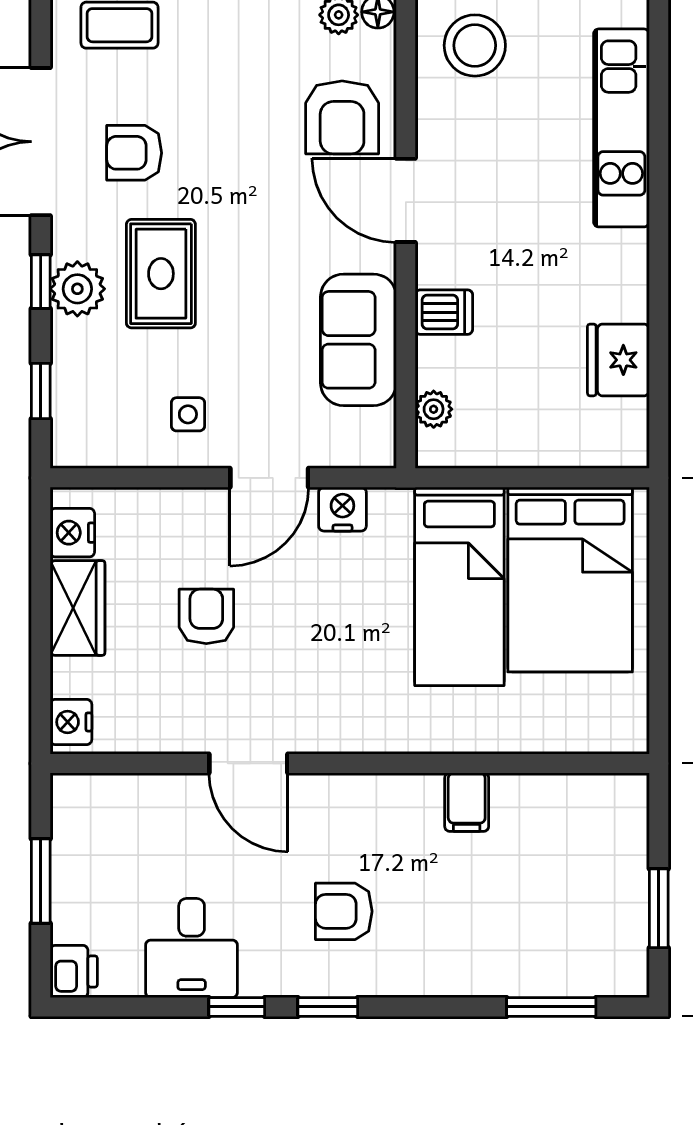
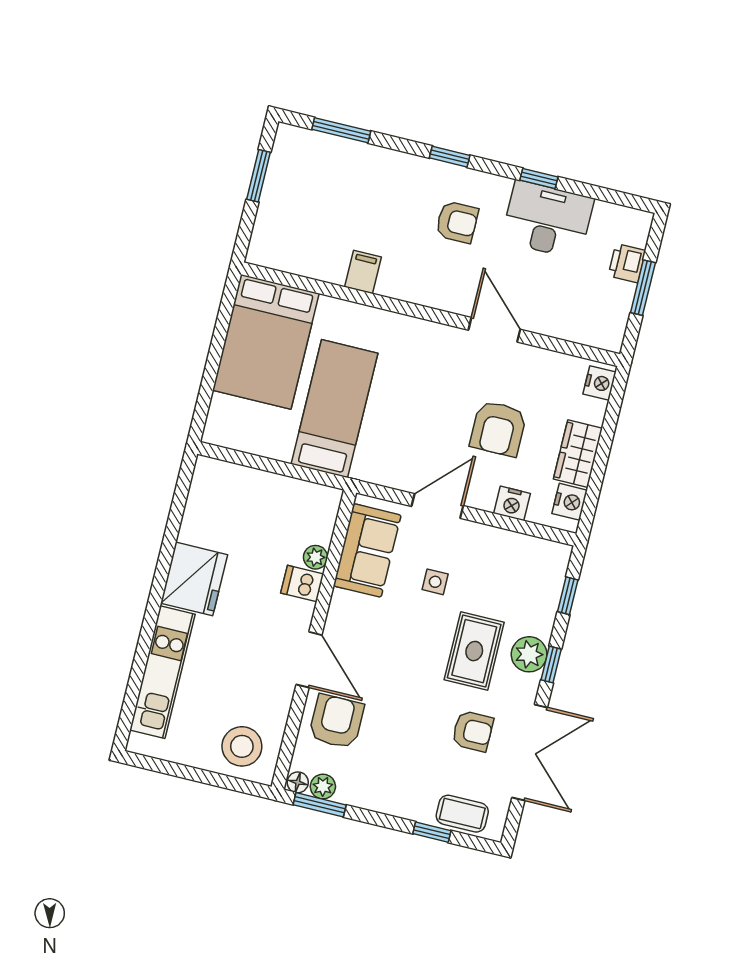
sofa: (358, 340) -> (367, 550), moved
fridge: (618, 360) -> (194, 579), moved, width x1.36, depth x1.34
plant: (434, 409) -> (316, 557), moved
side table: (188, 414) -> (435, 582), moved
nightstand: (342, 509) -> (512, 503), moved
bed: (570, 580) -> (266, 342), moved, turned 180
armchair: (206, 616) -> (498, 429), width x1.38, depth x1.38
desk: (192, 948) -> (548, 220), width x1.37
printer: (74, 971) -> (627, 263), moved
window: (328, 1007) -> (450, 157), moved

